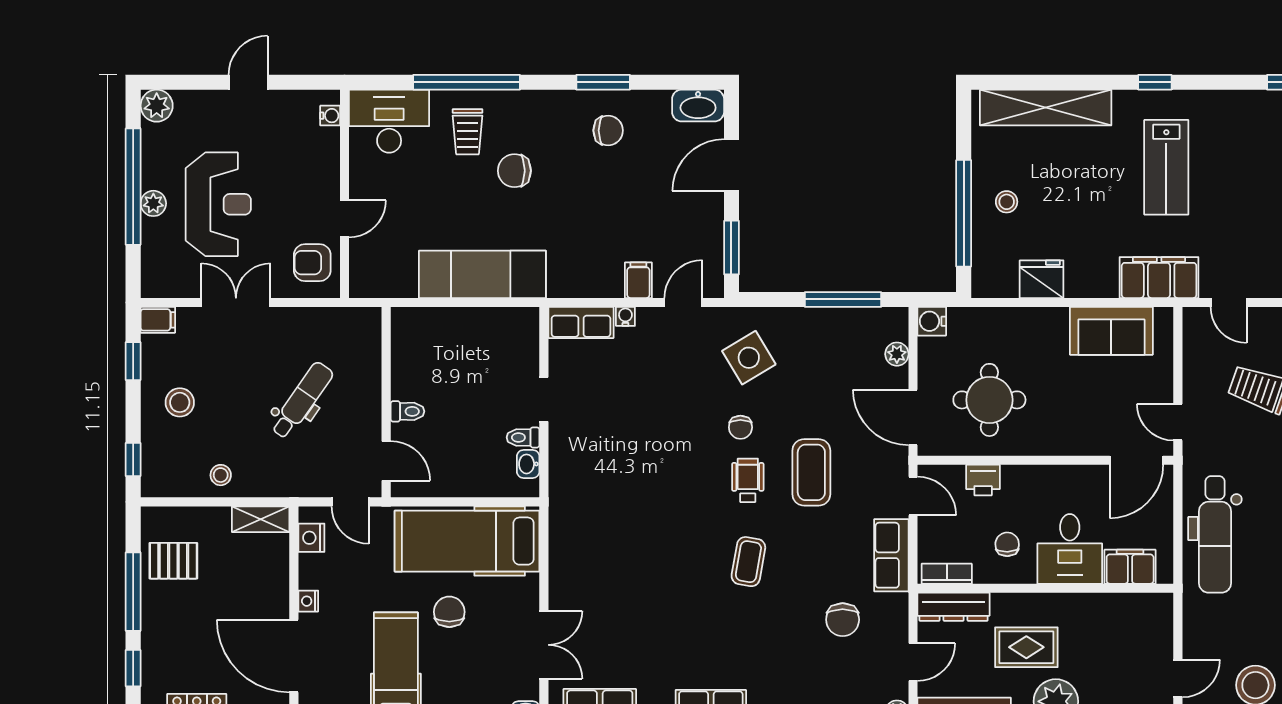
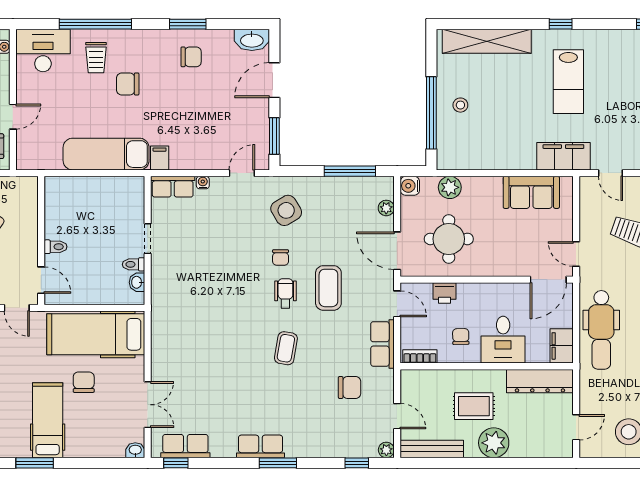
fridge: (1042, 279) -> (484, 157), removed
filing cabinet: (638, 280) -> (160, 158), moved
plant: (991, 324) -> (450, 187), added
filing cabinet: (1130, 567) -> (562, 346), moved, turned -90
dresser: (954, 607) -> (540, 381), moved, width x1.37, depth x1.24
chair: (843, 620) -> (350, 387), turned -90
door: (913, 662) -> (397, 416), hinge flipped

